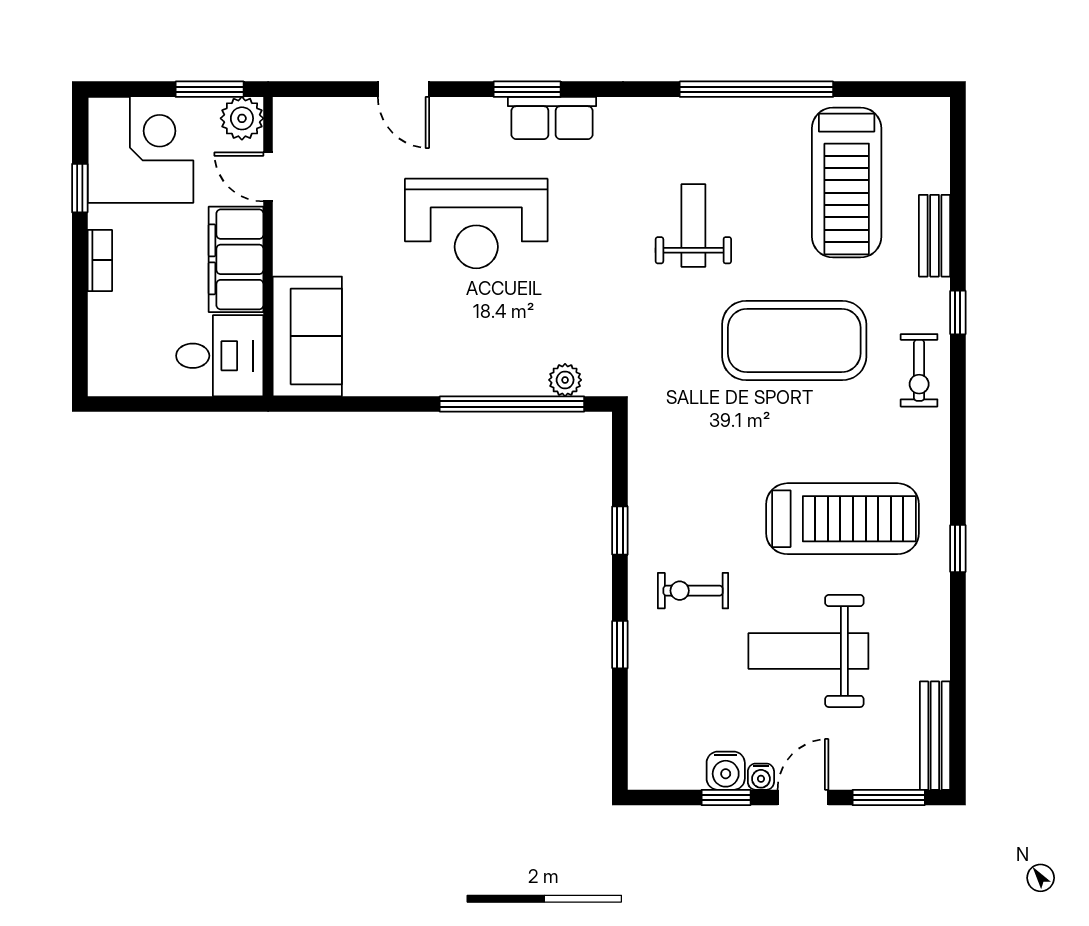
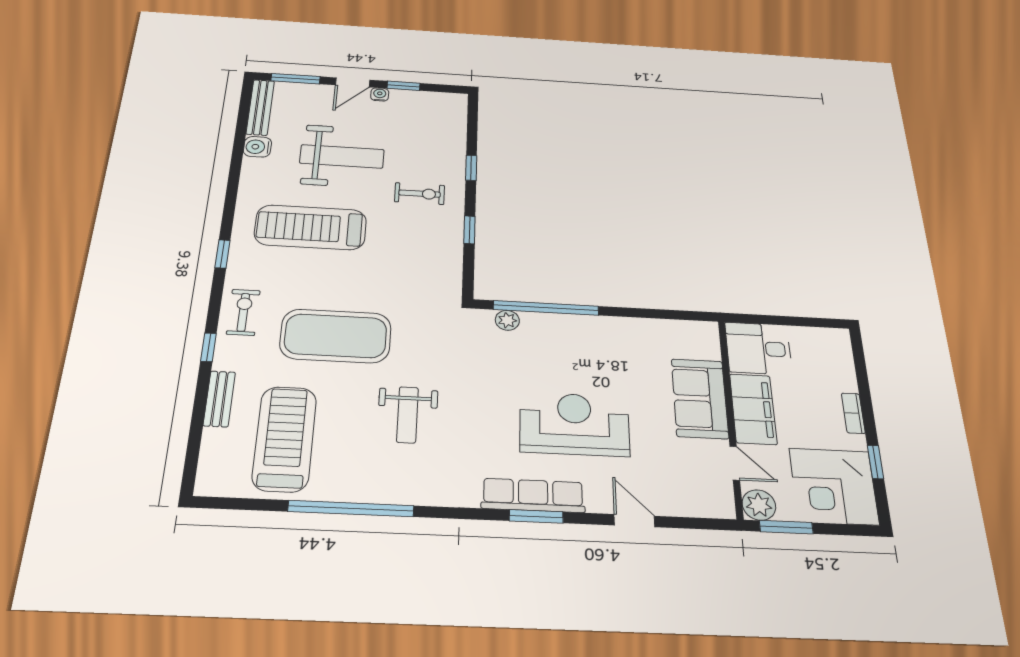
row of seats: (552, 118) -> (533, 495), width x1.48
sofa: (307, 336) -> (700, 398), moved
window: (958, 548) -> (222, 254), moved
water cooler: (726, 771) -> (257, 147), moved, turned -90

